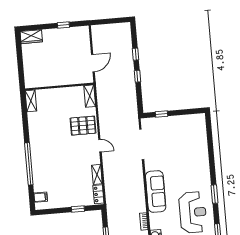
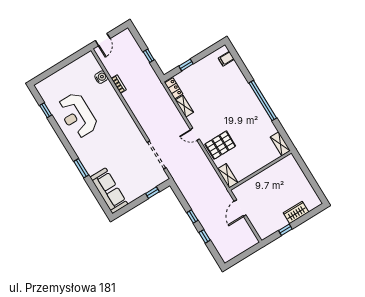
wardrobe: (31, 37) -> (296, 212), moved
window: (29, 164) -> (263, 100), moved
sofa: (156, 191) -> (109, 191), moved, turned 180
window: (215, 194) -> (81, 168), moved

